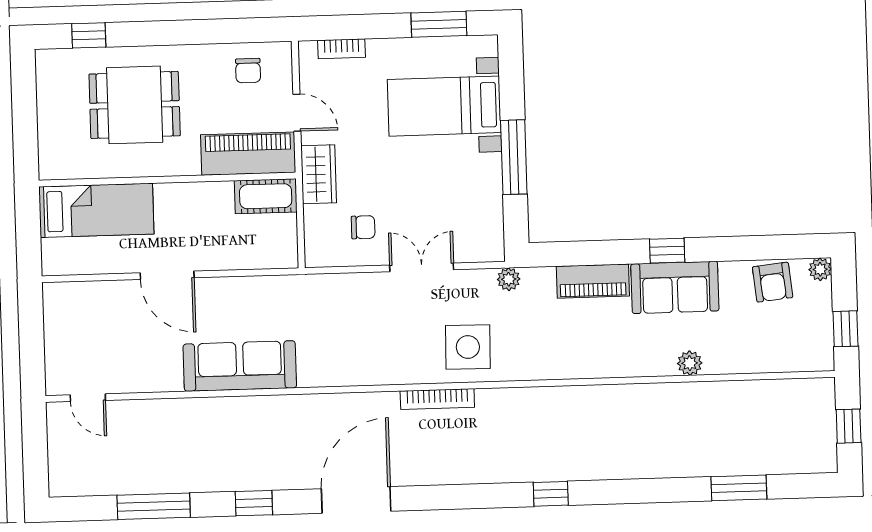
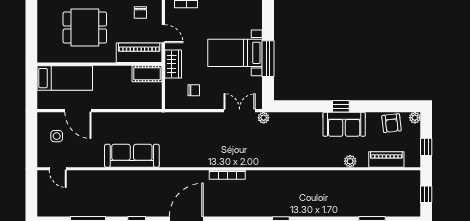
bed with nightstands: (444, 106) -> (235, 53), moved
double door: (422, 267) -> (240, 111), moved
door: (167, 275) -> (78, 111), moved
piano: (593, 281) -> (386, 159), moved, turned 180
side table: (468, 347) -> (57, 136), moved, width x0.54, depth x0.54

